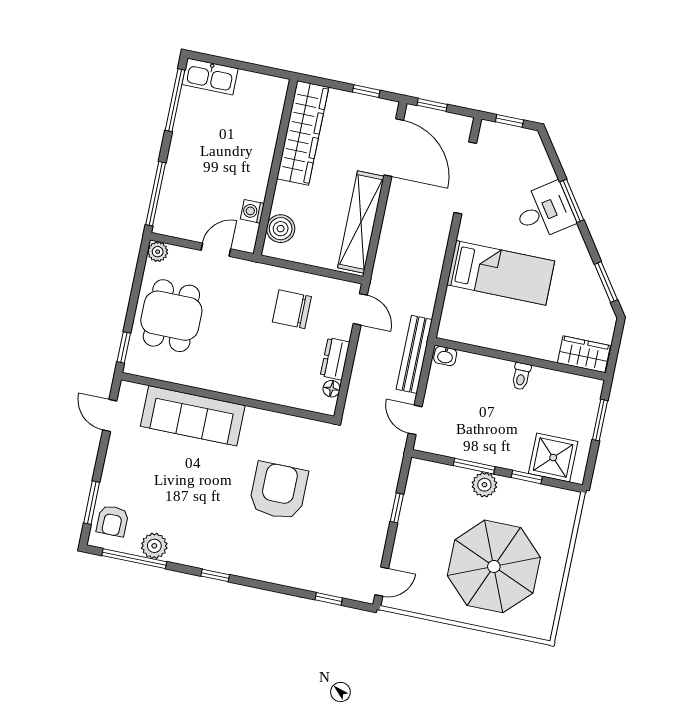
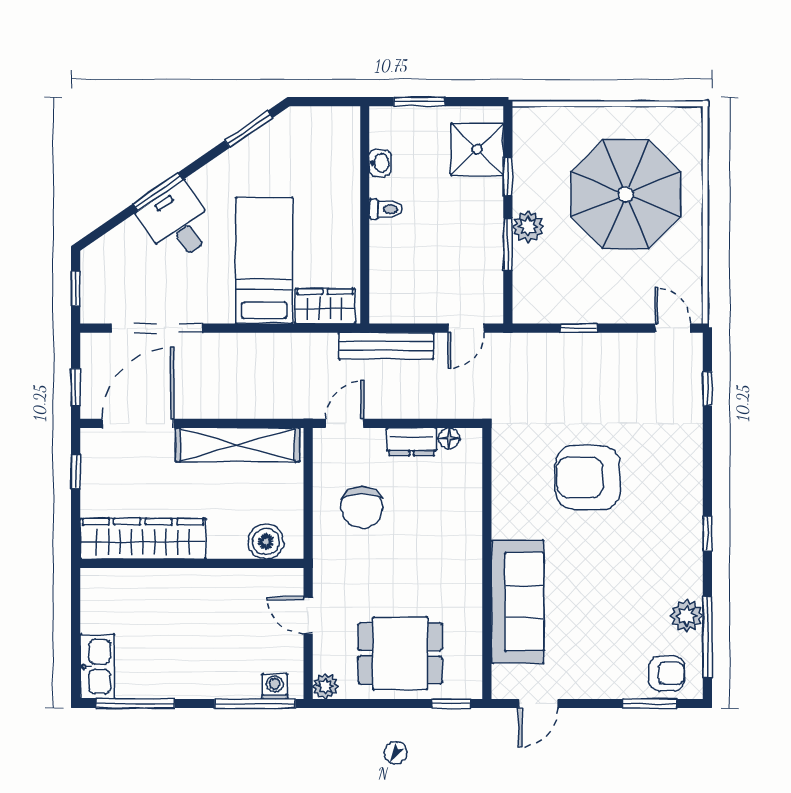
washing machine: (252, 211) -> (275, 686), moved, turned 180
wardrobe: (584, 354) -> (325, 306), moved, turned 90
washbasin: (445, 356) -> (380, 163), moved

